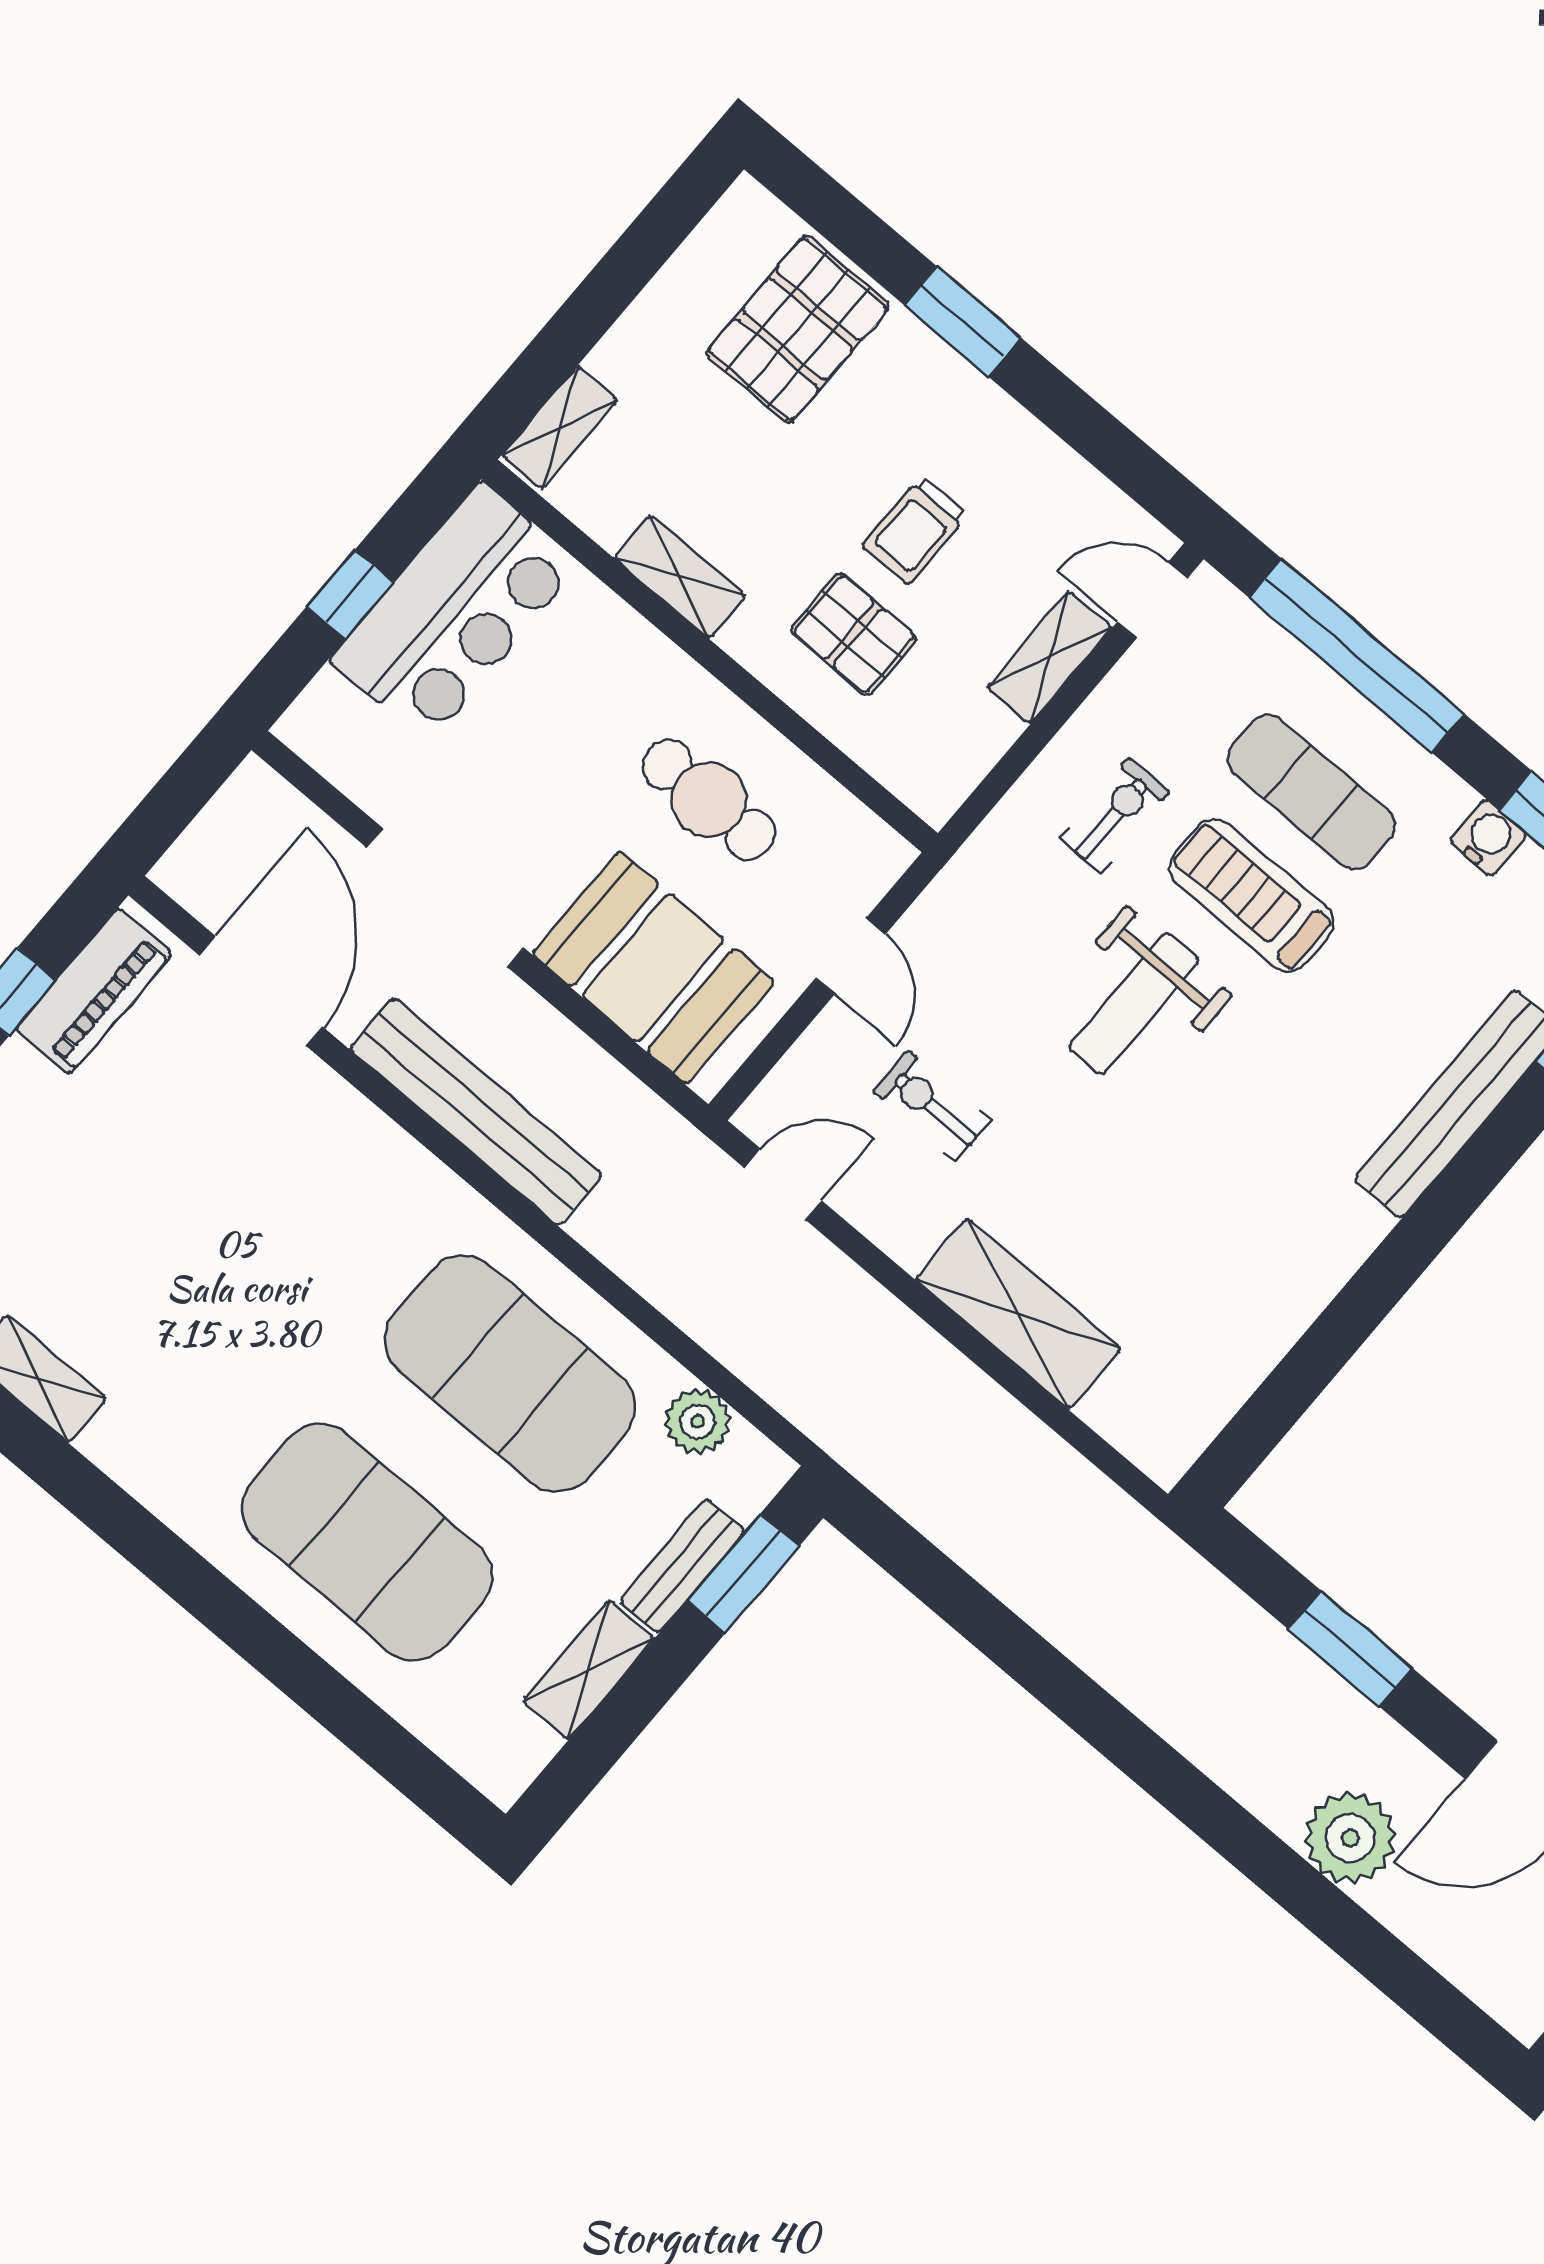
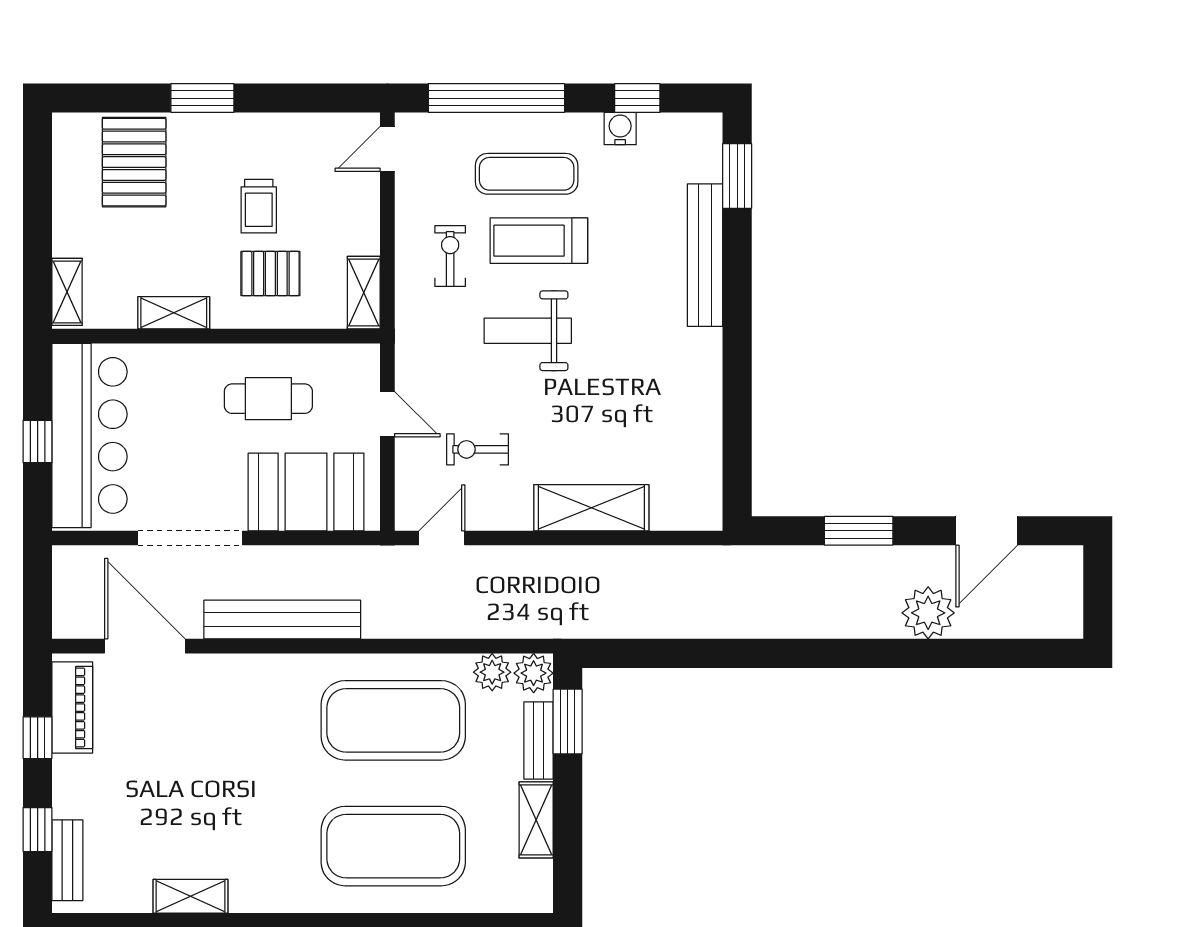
bar counter: (455, 612) -> (90, 435), width x1.36
shelving: (1050, 657) -> (364, 293), moved
weight bench: (1134, 1004) -> (528, 331), turned 90
plant: (752, 1470) -> (534, 673), added

